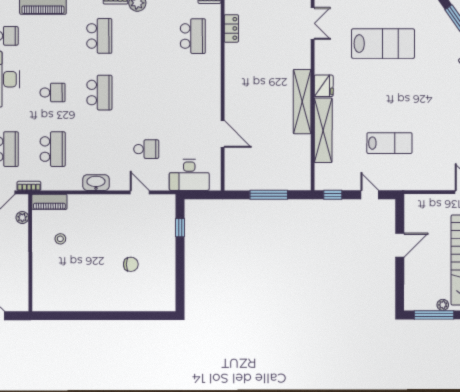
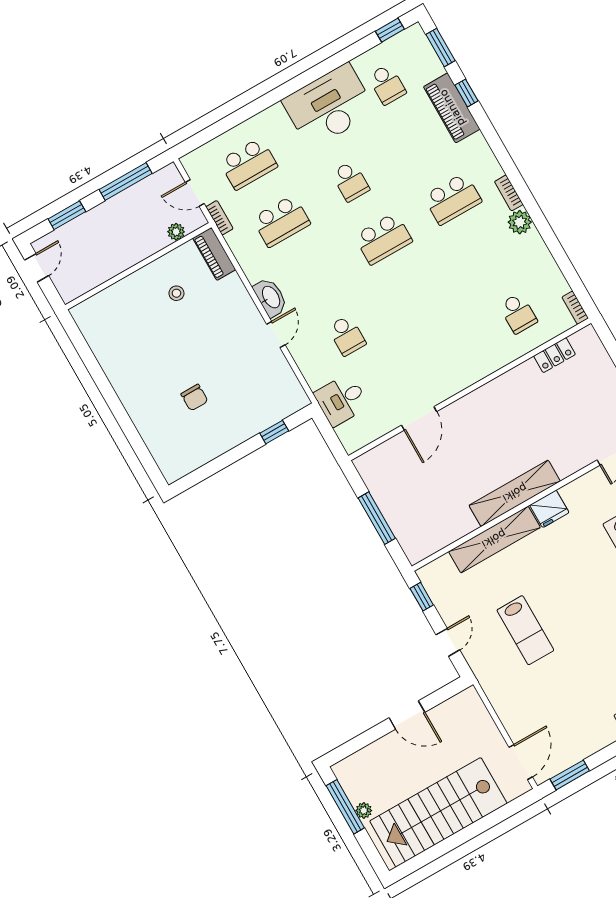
school desk: (193, 36) -> (518, 313), width x0.54
desk: (189, 175) -> (341, 400), width x0.73
door: (140, 192) -> (276, 335), moved

